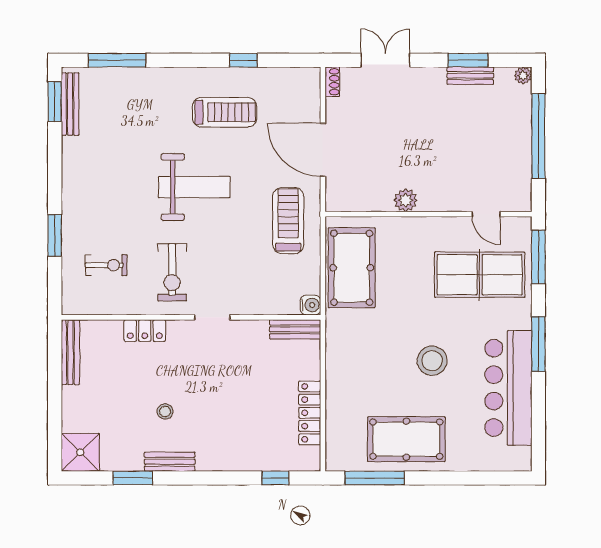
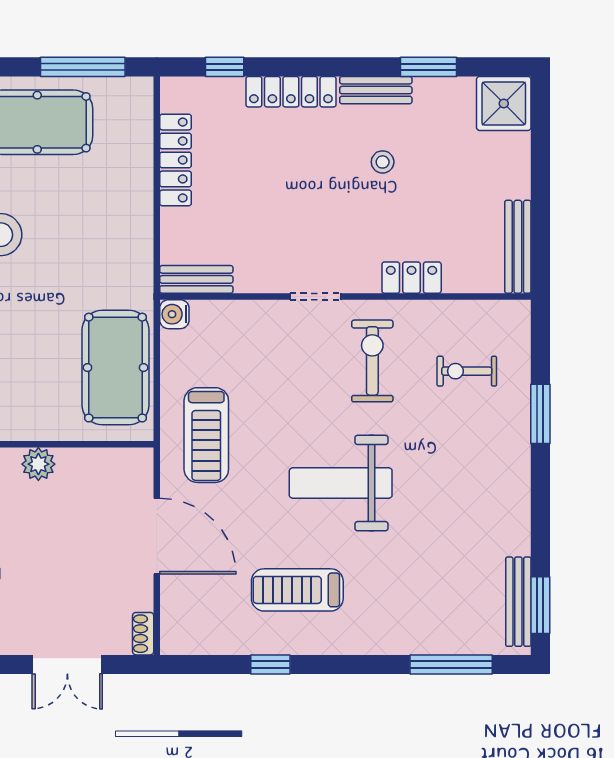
locker: (229, 461) -> (291, 92), added

